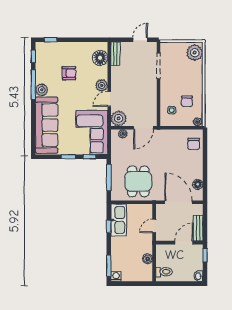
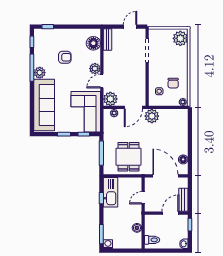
plant: (164, 137) -> (152, 116), added
chair: (194, 144) -> (179, 122), removed

